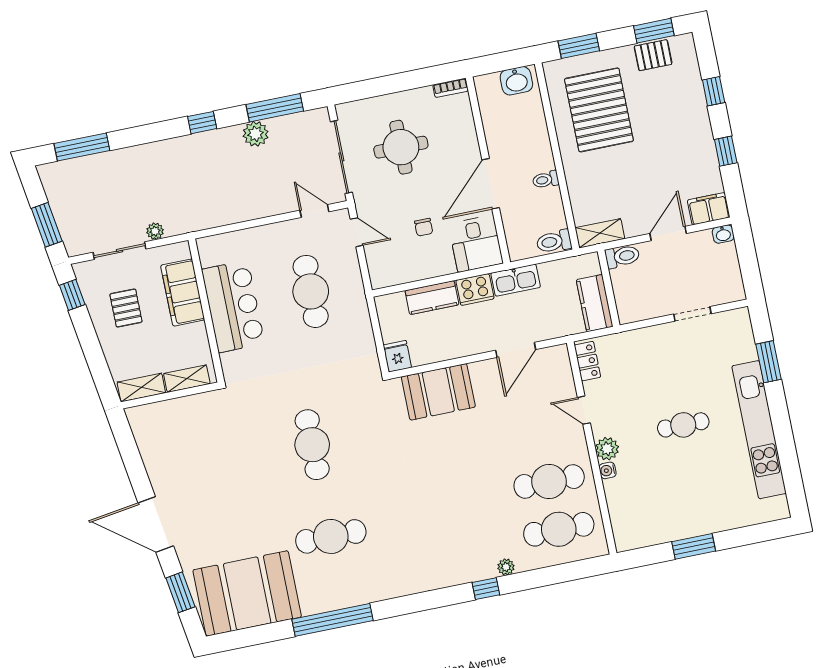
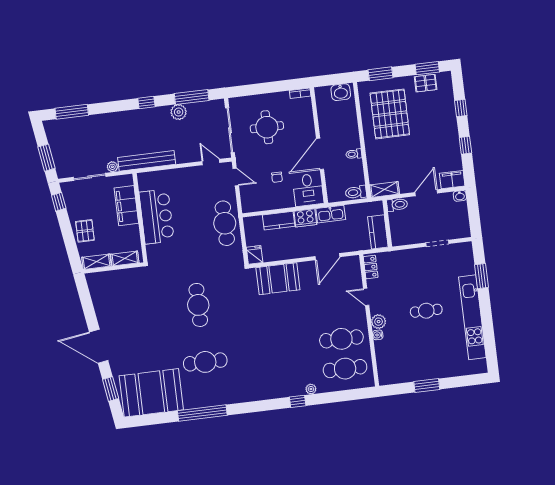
bench: (210, 217) -> (147, 161), added
cafe table: (311, 291) -> (225, 223), moved
pallet: (126, 308) -> (85, 231), moved

